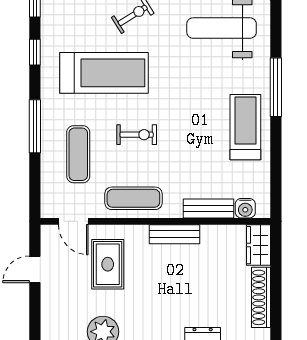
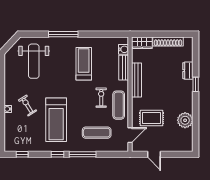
window: (35, 52) -> (58, 154), moved
treadmill: (104, 73) -> (56, 120), turned 180
treadmill: (245, 127) -> (84, 64), moved, turned 90
exercise bike: (137, 135) -> (101, 98), moved
bench: (175, 234) -> (137, 80), width x1.36

